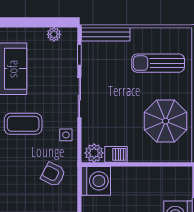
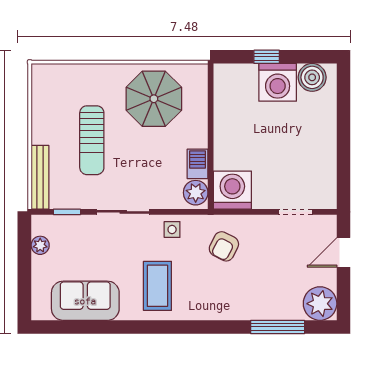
sun lounger: (158, 63) -> (92, 140), moved

